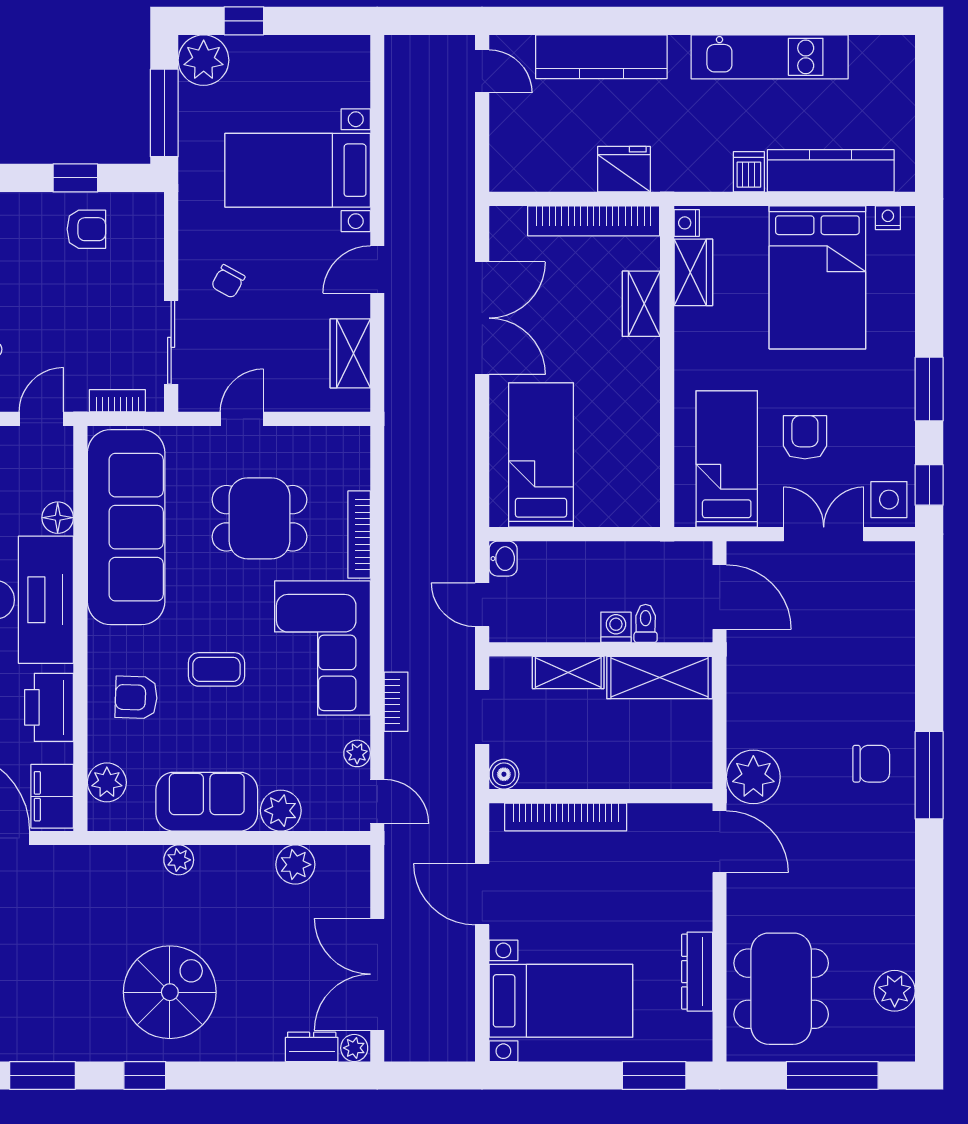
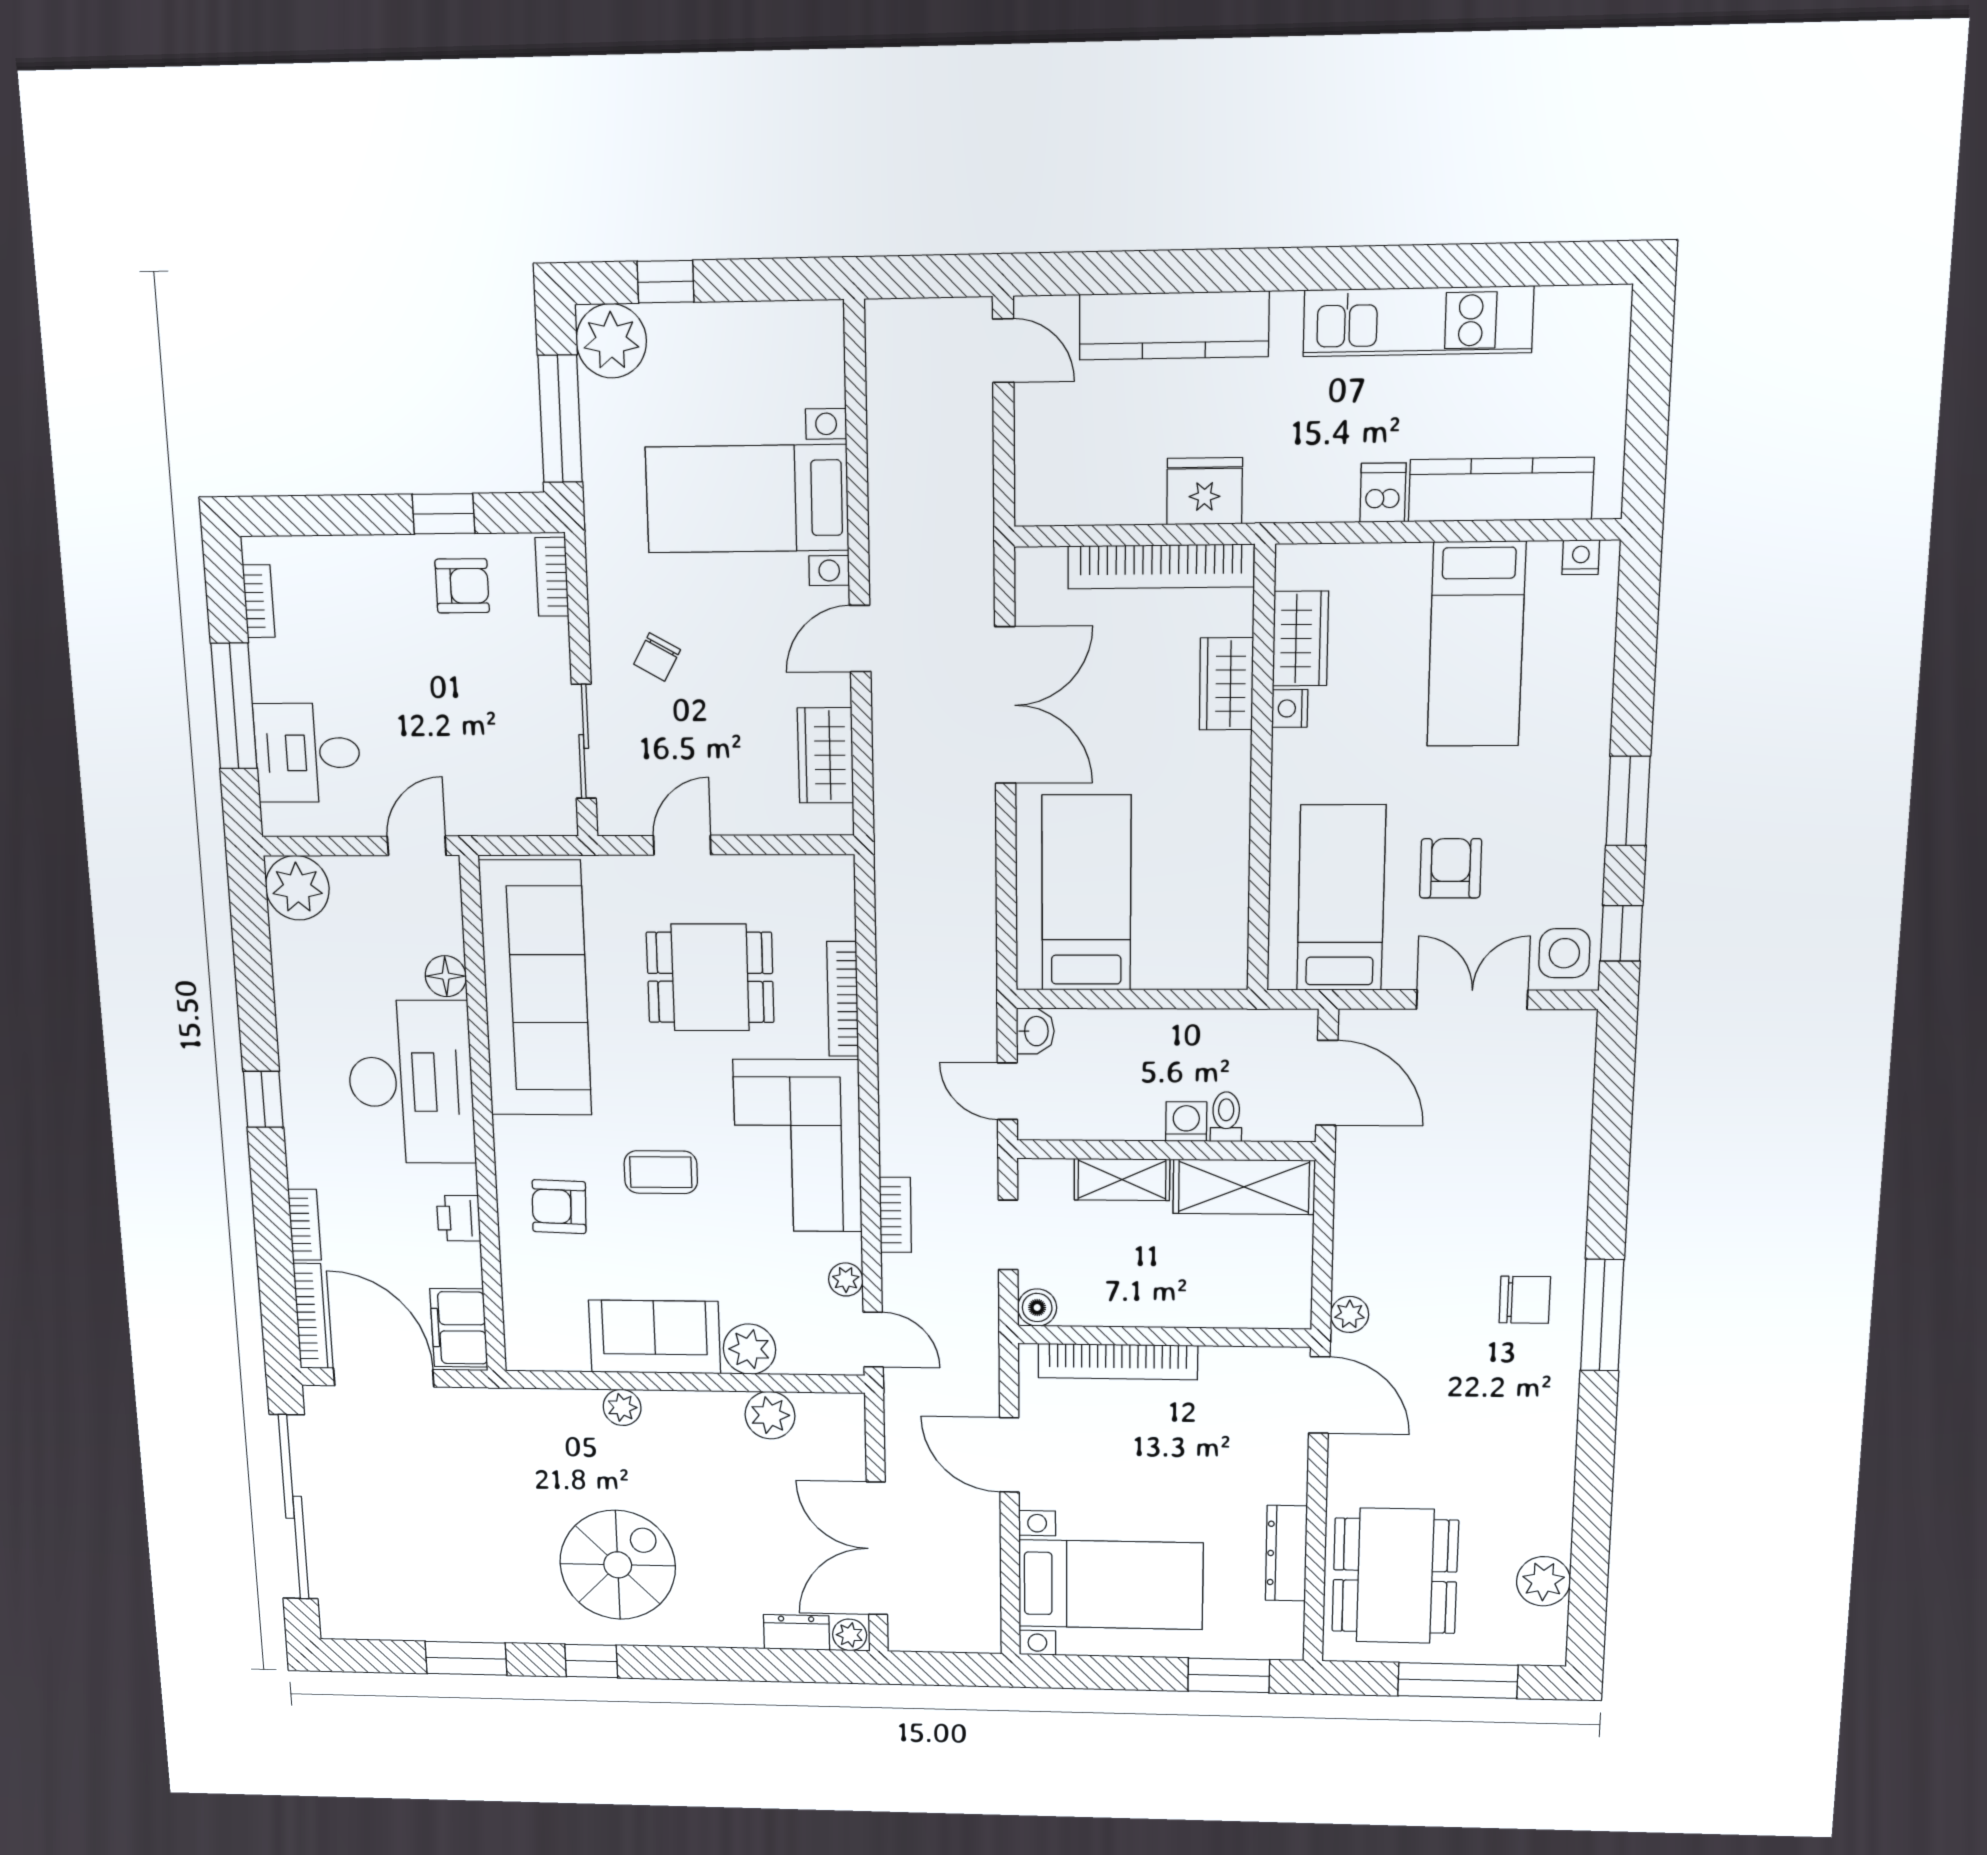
nightstand: (687, 223) -> (1290, 708), moved
bed: (817, 277) -> (1476, 644), width x0.67
bookcase: (117, 401) -> (552, 577), moved, turned -90
printer: (49, 707) -> (459, 1218), width x0.53, depth x0.68
plant: (753, 777) -> (1350, 1314), width x0.53, depth x0.53
plant: (107, 782) -> (527, 1312), removed

